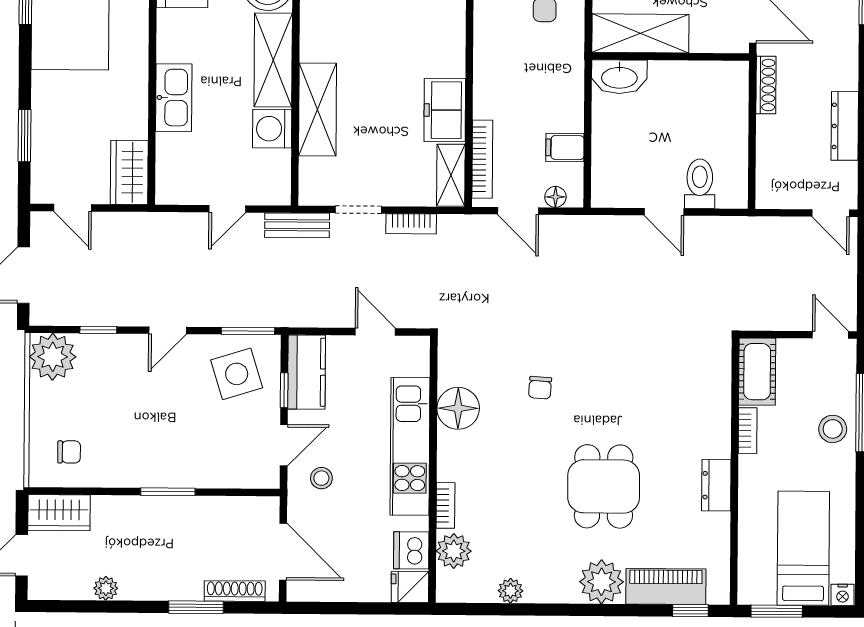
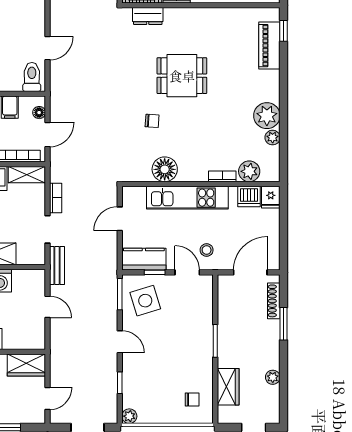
toilet: (700, 184) -> (32, 77), moved, turned 90
plant: (53, 357) -> (129, 416), width x0.53, depth x0.53
chair: (69, 452) -> (192, 400), turned 90
dresser: (716, 485) -> (148, 16), moved
dining table: (604, 486) -> (182, 76), moved
wardrobe: (59, 513) -> (228, 387), moved
plant: (601, 582) -> (267, 116), moved

